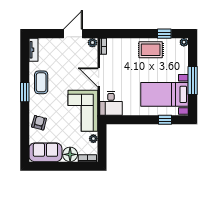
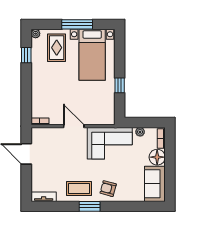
plant: (92, 43) -> (36, 133), removed
rug: (151, 50) -> (57, 48), moved
door: (99, 77) -> (74, 126), swing flipped
desk: (111, 103) -> (102, 113), removed
window: (165, 120) -> (120, 85), moved
armchair: (39, 123) -> (108, 189), moved

